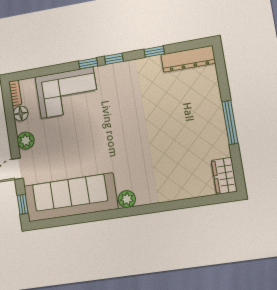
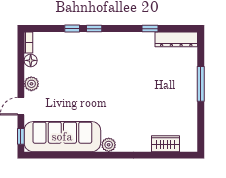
window: (114, 59) -> (72, 29), moved
corner sofa: (67, 93) -> (73, 50), removed
window: (230, 122) -> (201, 84), moved
wardrobe: (224, 176) -> (165, 144), moved, turned 90

